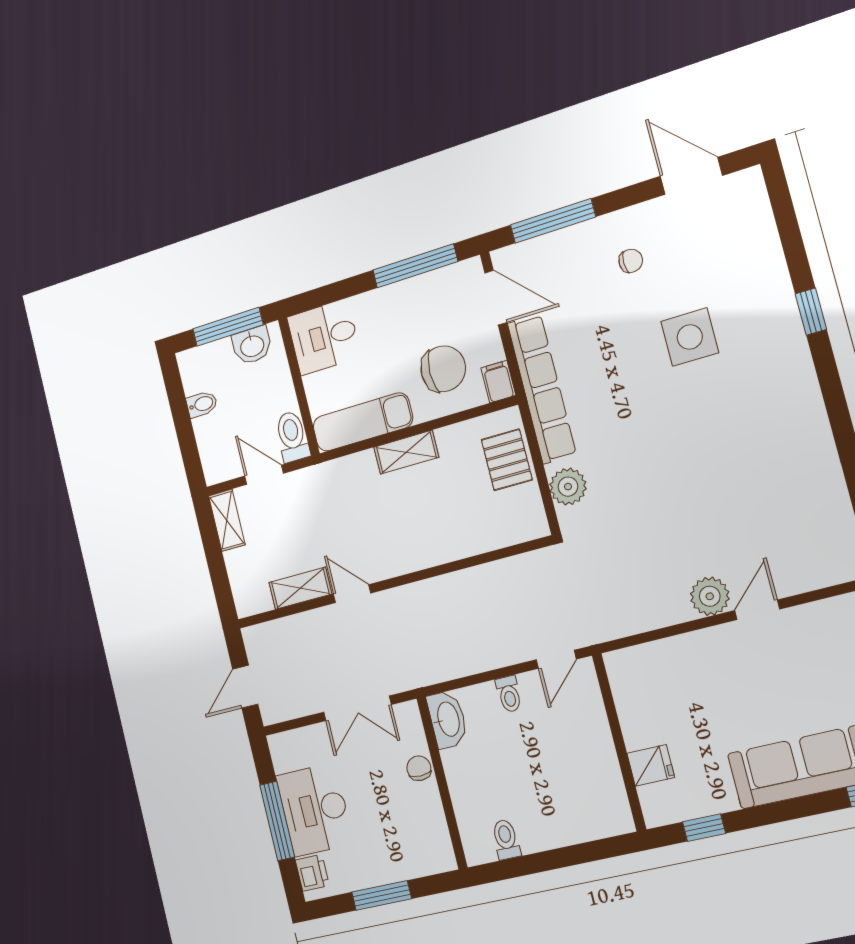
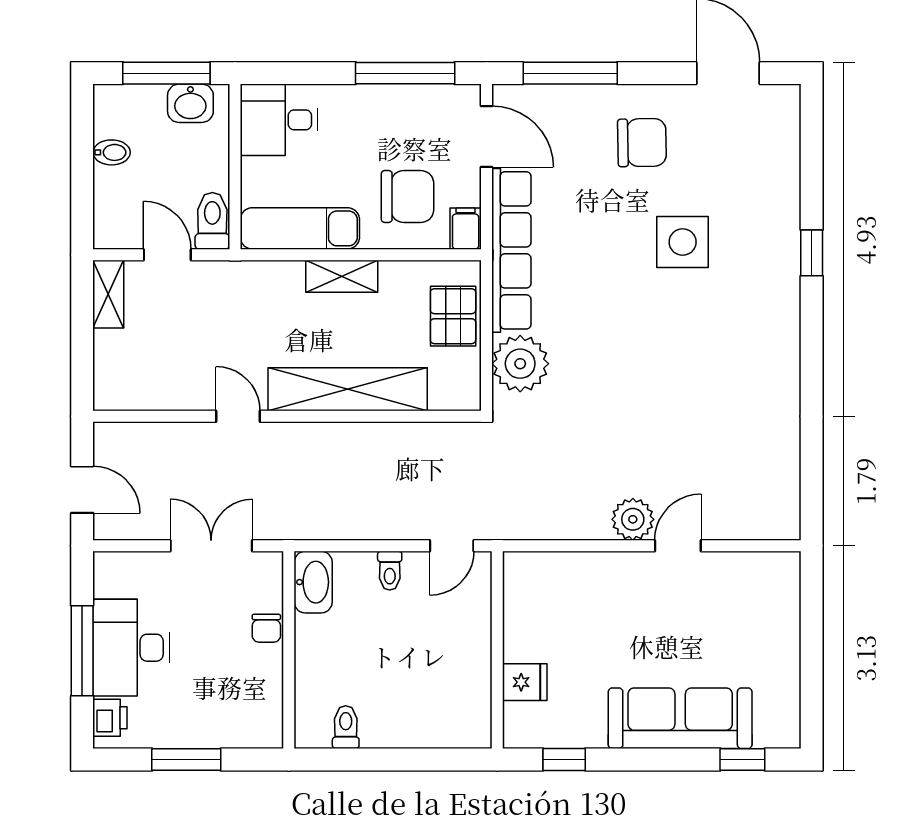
chair: (631, 261) -> (642, 143), width x1.87, depth x1.87
plant: (568, 487) -> (520, 364), width x1.36, depth x1.36
shelving: (300, 588) -> (348, 389), moved, width x2.20, depth x1.33
door: (245, 687) -> (82, 490), swing flipped
double door: (357, 708) -> (211, 546), swing flipped
chair: (419, 768) -> (266, 628), turned 180

